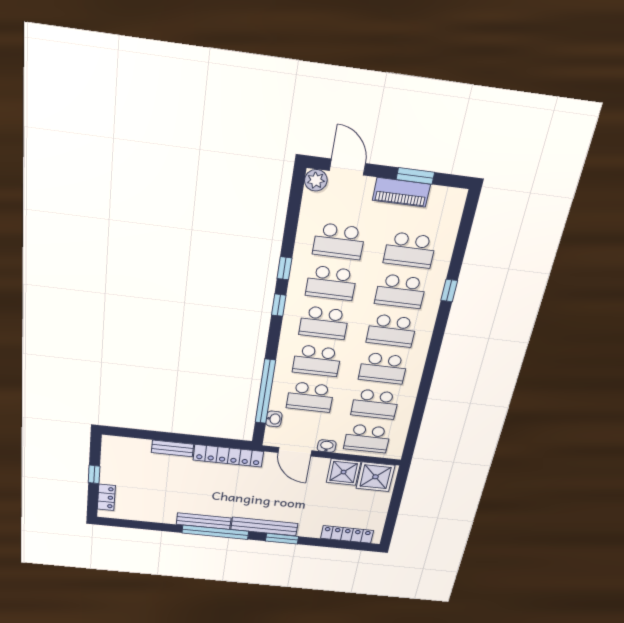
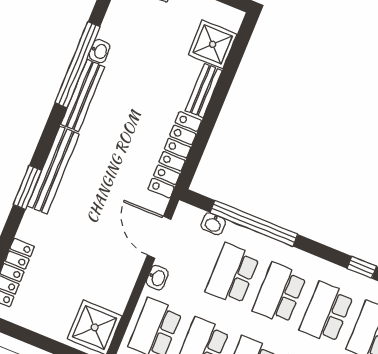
door: (295, 452) -> (159, 237), hinge flipped
shower: (344, 472) -> (213, 44), moved
washbasin: (167, 518) -> (100, 51), added
window: (215, 532) -> (77, 65), moved

